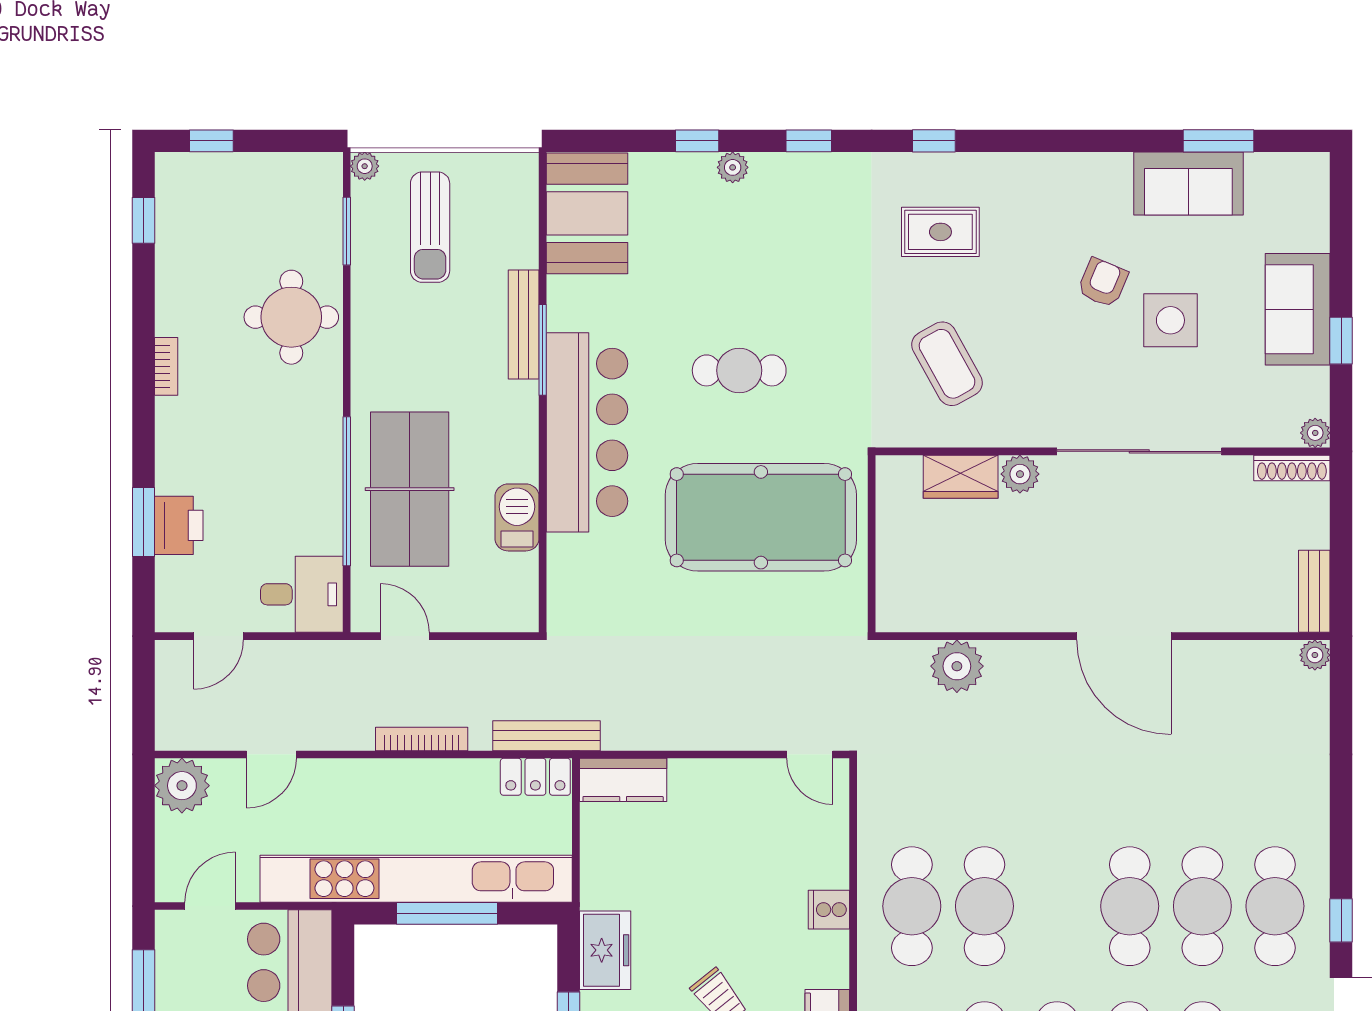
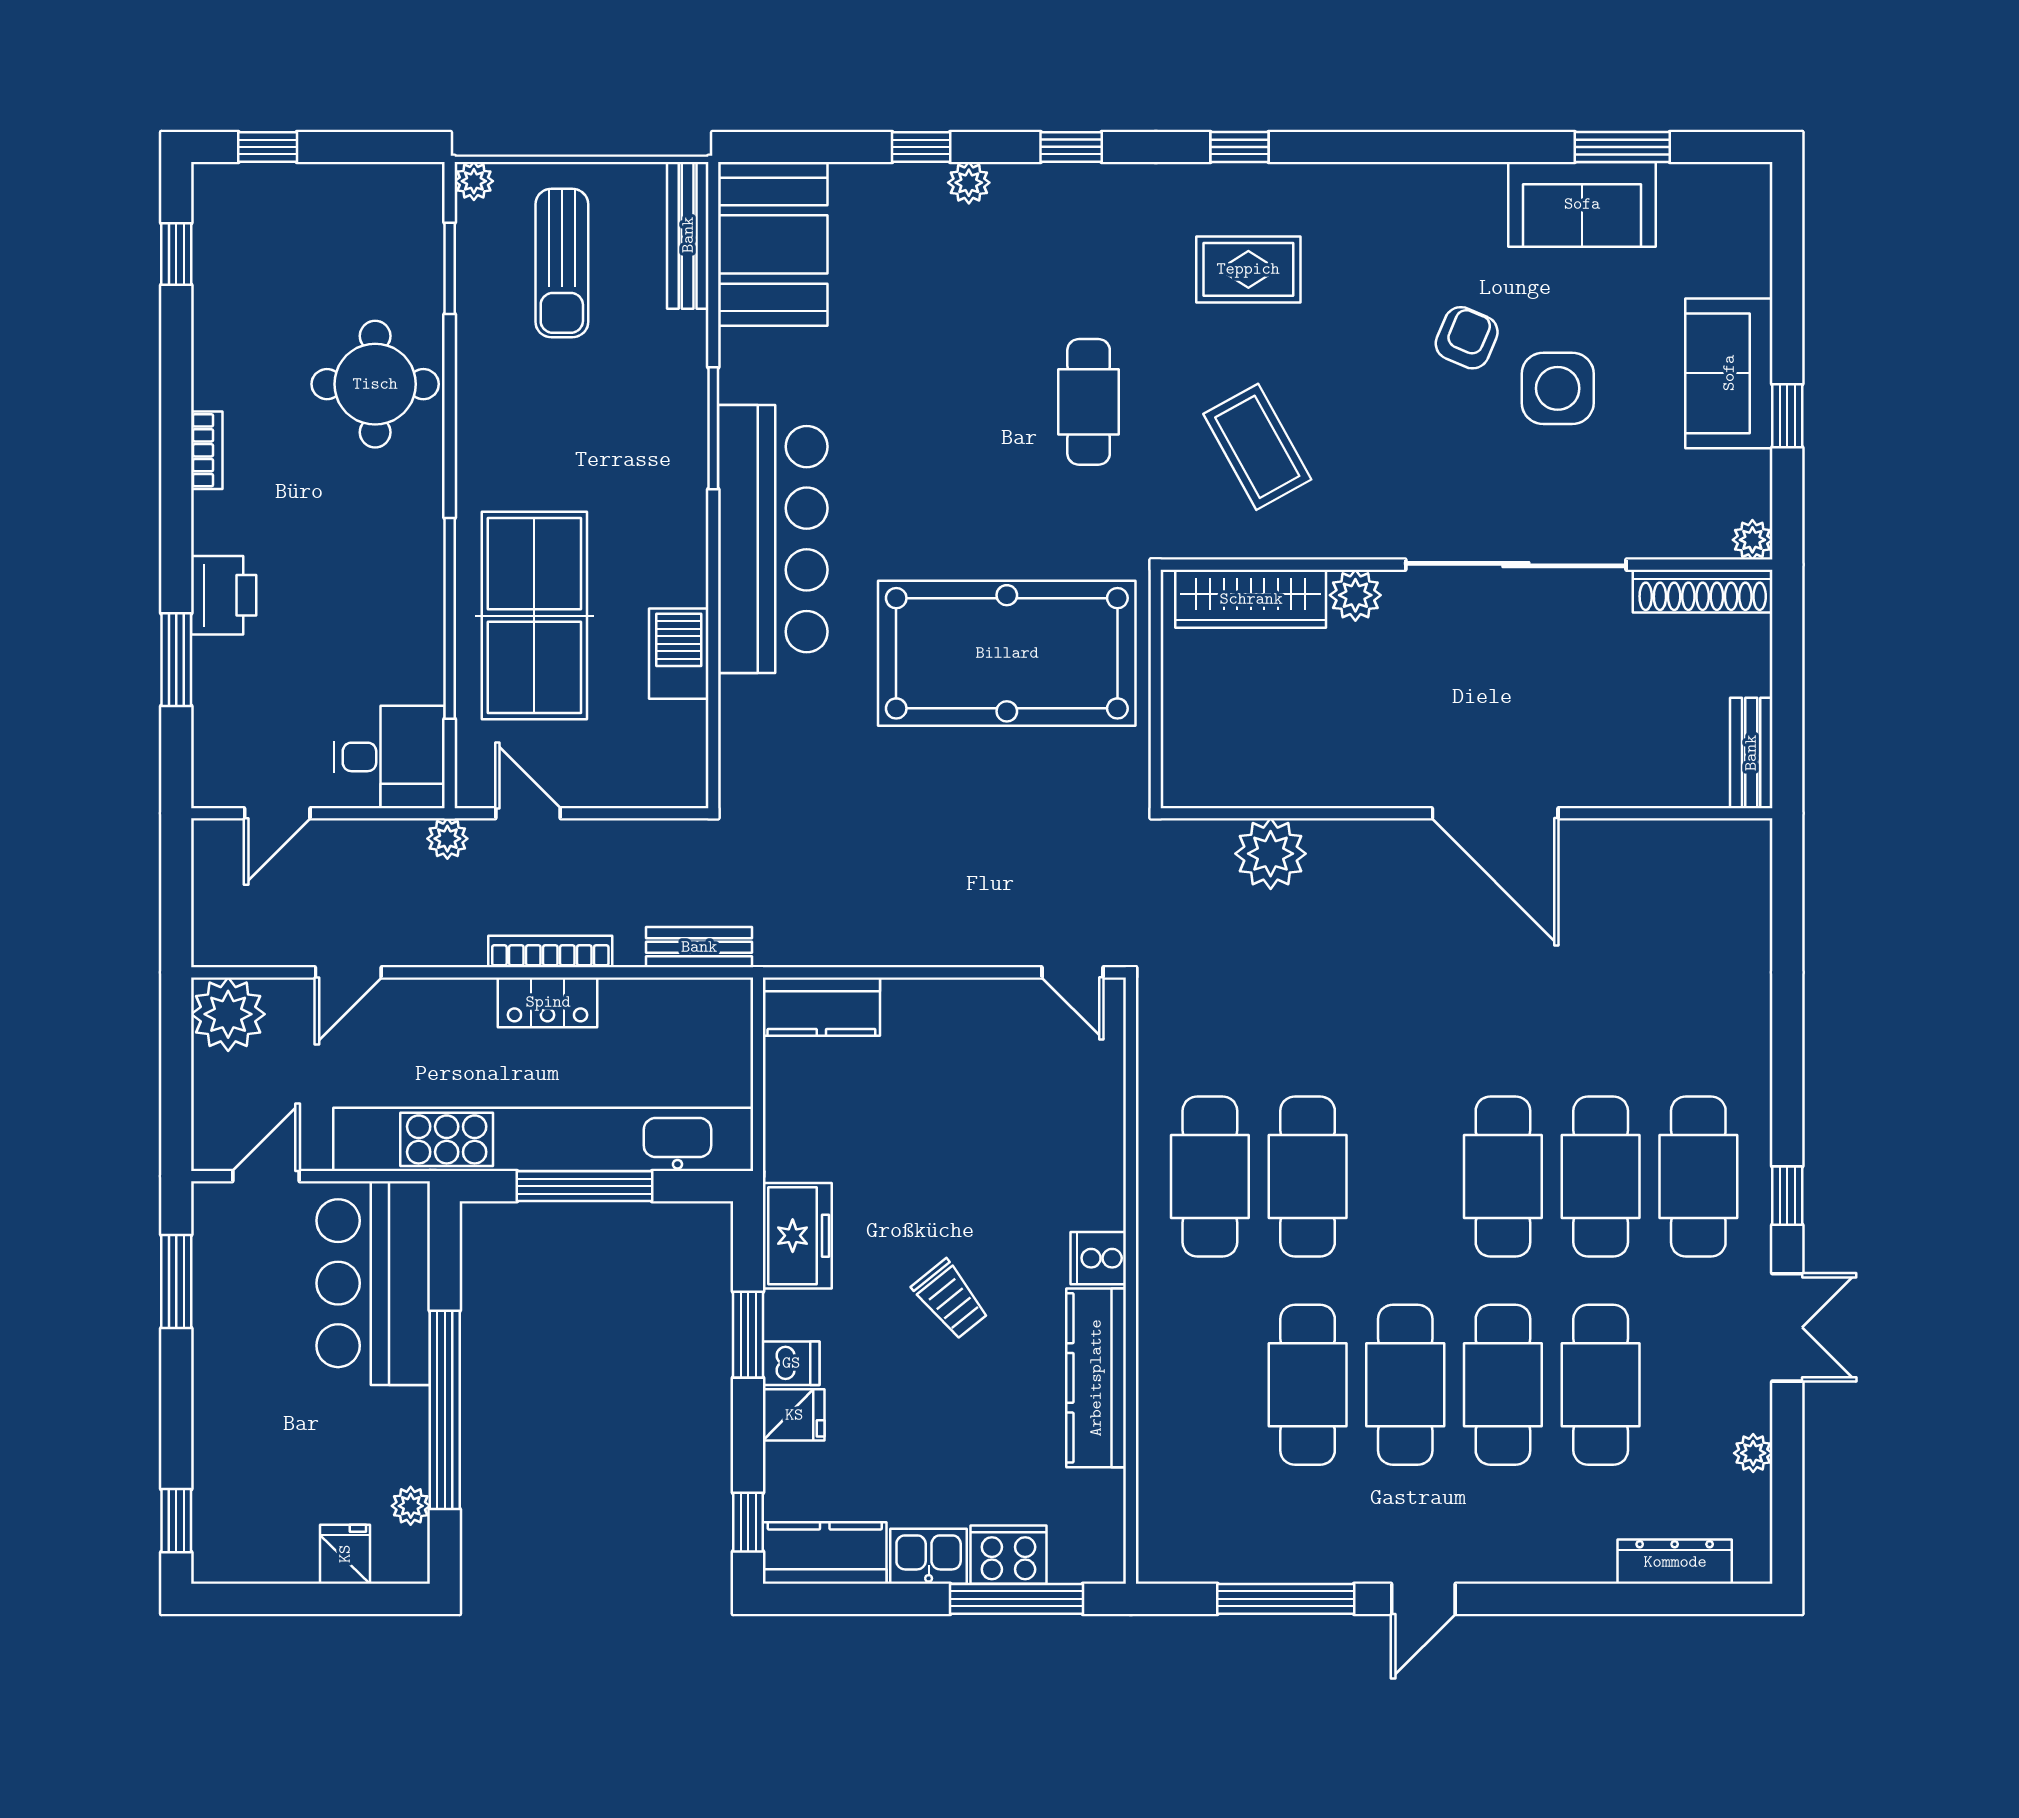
bench: (524, 324) -> (688, 235), moved
cafe table: (739, 370) -> (1089, 402), moved, turned 90
shoe rack: (1292, 468) -> (1703, 591), width x1.36, depth x1.24
wardrobe: (961, 477) -> (1251, 599), width x1.50
printer: (179, 525) -> (224, 595), moved
plant: (1315, 655) -> (447, 839), moved
bench: (546, 736) -> (699, 947), width x0.73
locker: (535, 777) -> (548, 1002), moved
cooker: (829, 910) -> (1098, 1258), moved

